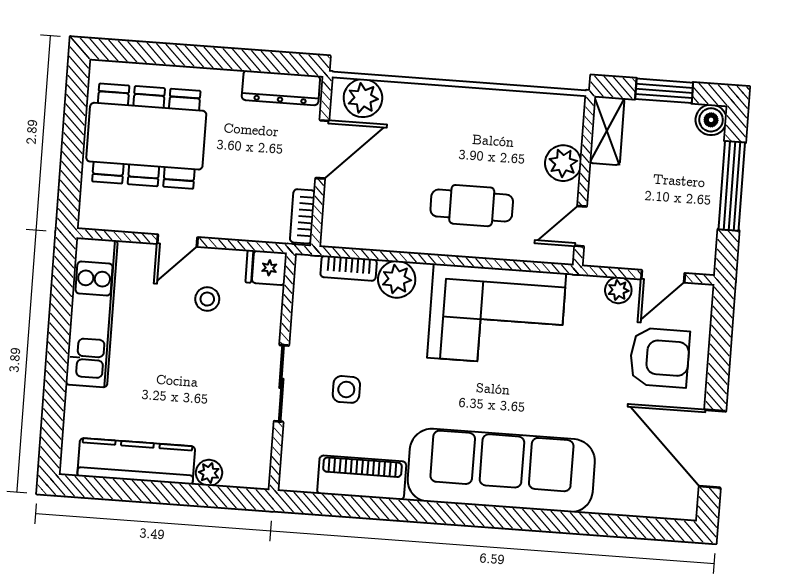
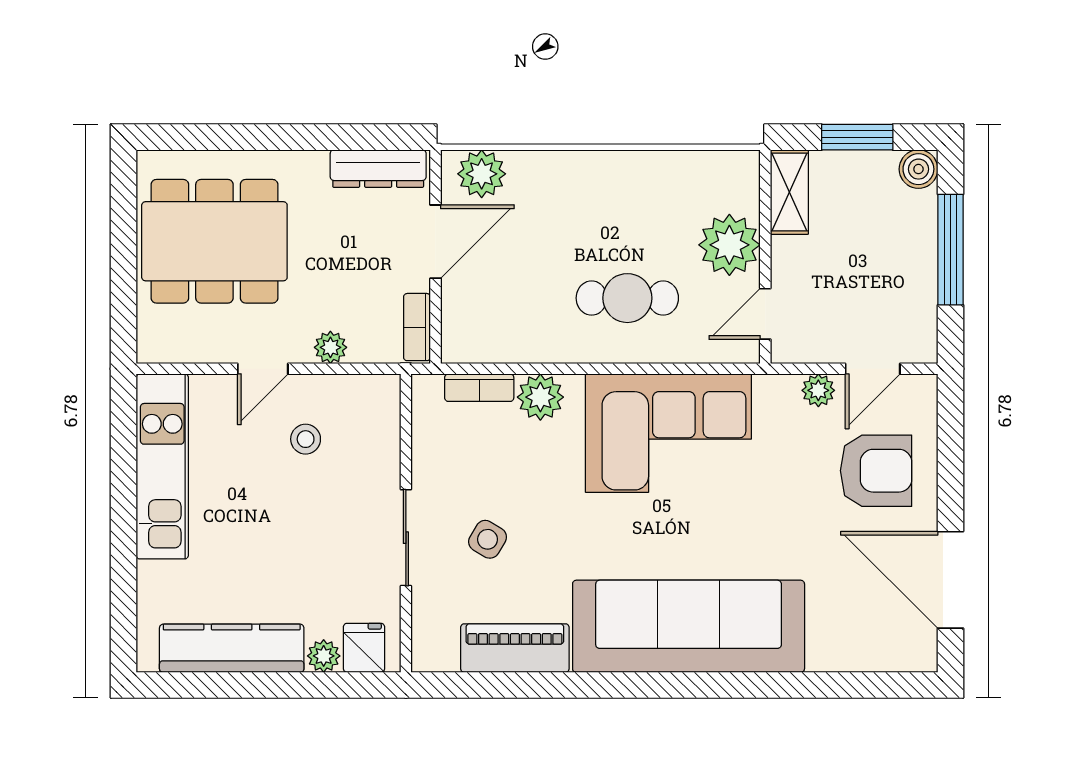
plant: (563, 163) -> (729, 245), width x1.36, depth x1.36
plant: (232, 227) -> (330, 347), added
fridge: (266, 268) -> (364, 648), moved, turned 90
side table: (346, 389) -> (488, 539), turned 31

